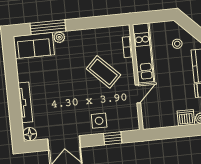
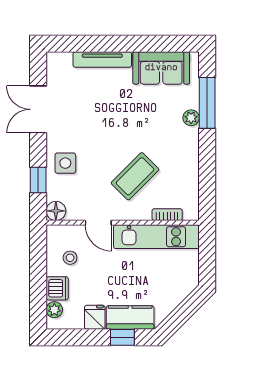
stool: (177, 44) -> (70, 258), moved
sofa: (34, 46) -> (161, 68), moved, turned -90
floor lamp: (30, 134) -> (56, 211), moved

